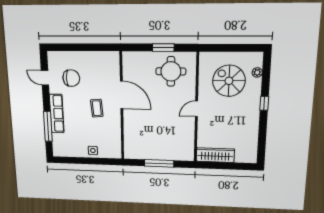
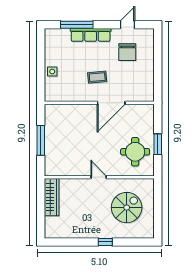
plant: (257, 72) -> (135, 234), removed

